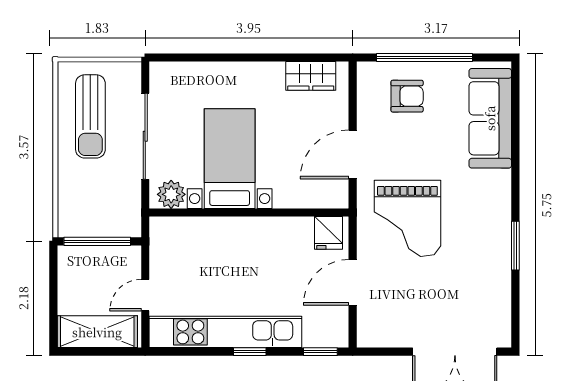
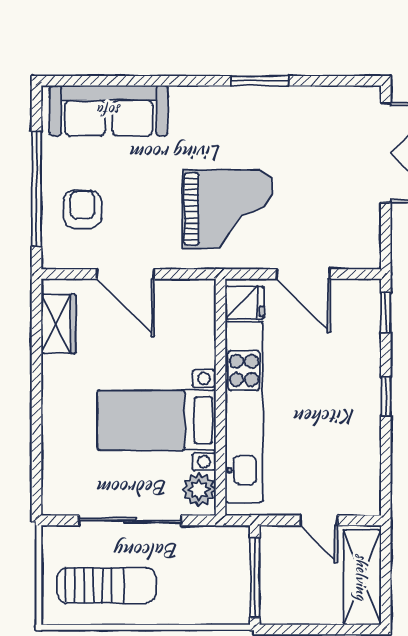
door: (353, 154) -> (125, 274), moved
kitchen unit: (225, 332) -> (244, 412), moved, turned 180

